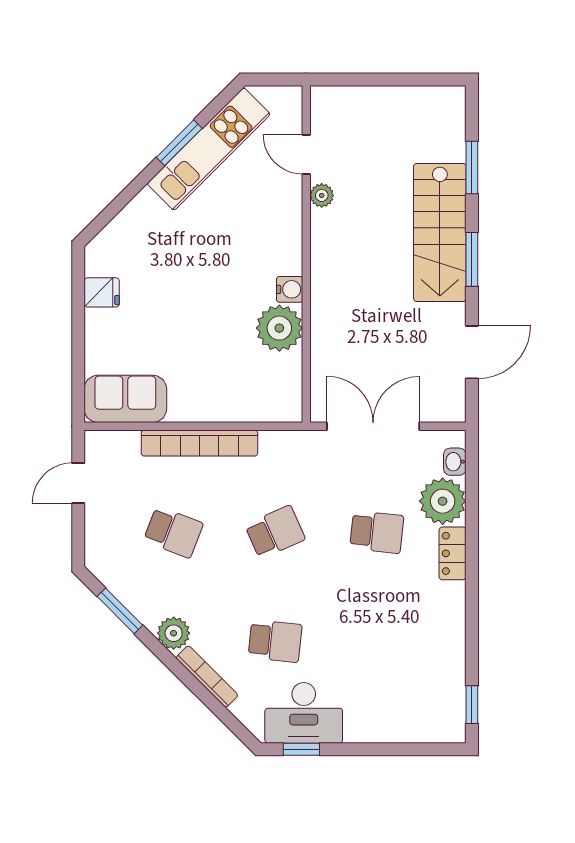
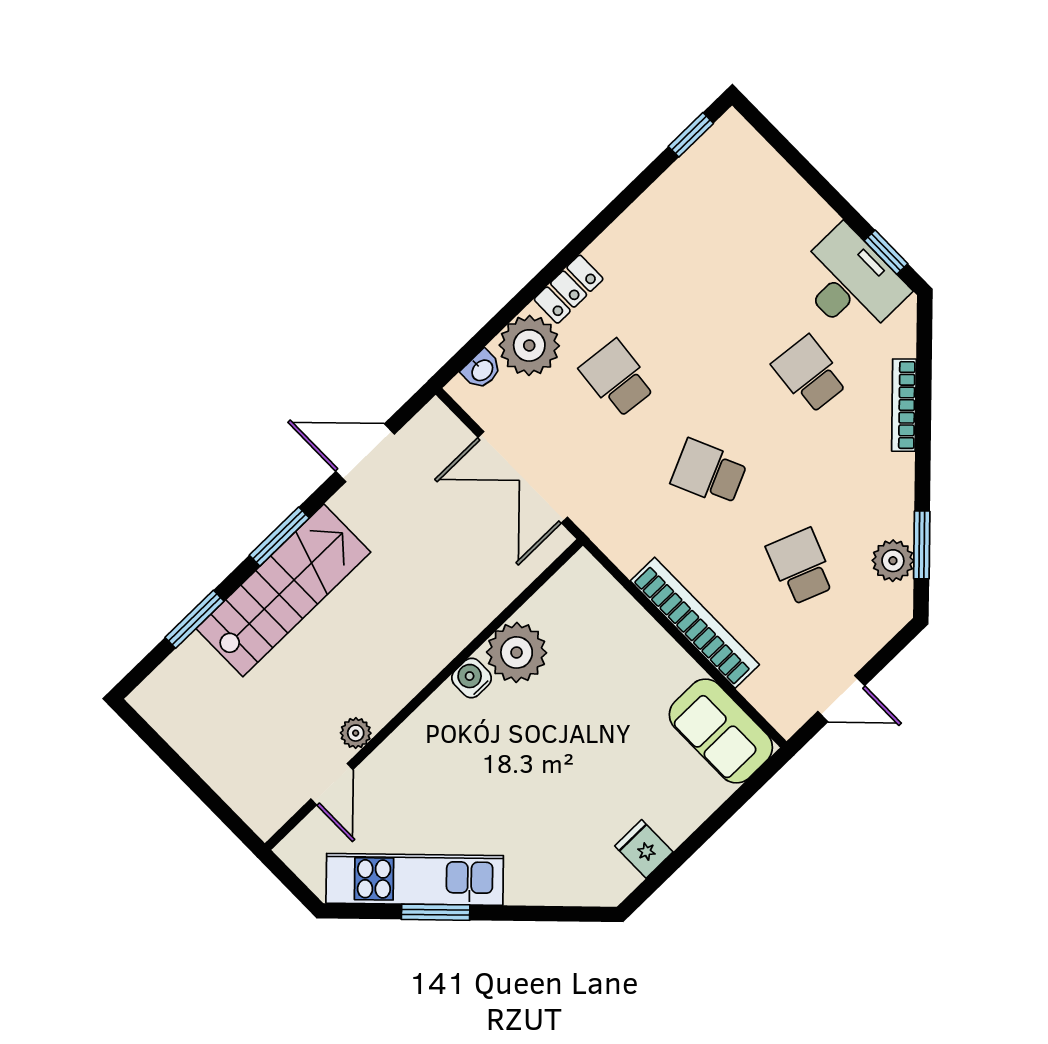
plant: (174, 633) -> (893, 561), moved

